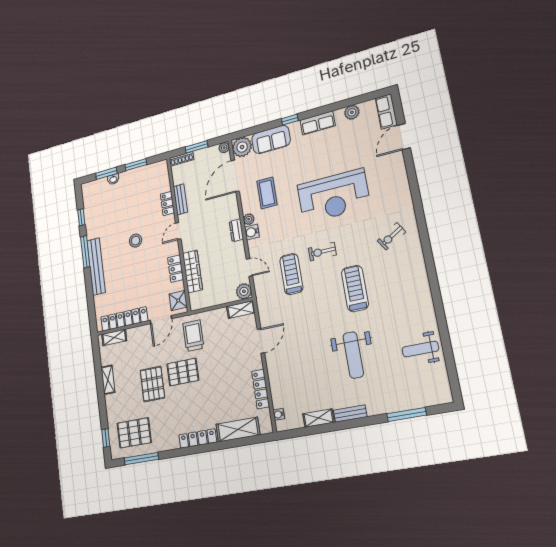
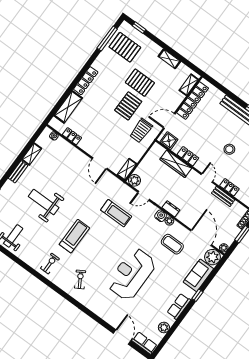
exercise bike: (322, 252) -> (50, 263), moved
treadmill: (355, 289) -> (74, 236), turned -90
door: (161, 320) -> (169, 121), hinge flipped
trolley: (193, 336) -> (141, 130), turned 90
locker: (261, 389) -> (72, 136), width x0.66
pallet: (134, 433) -> (125, 47), turned 90

